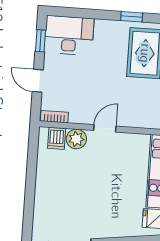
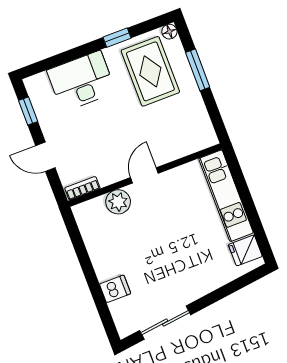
desk: (69, 35) -> (81, 81), moved
dishwasher: (57, 138) -> (115, 289), moved, turned -90

